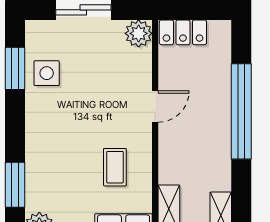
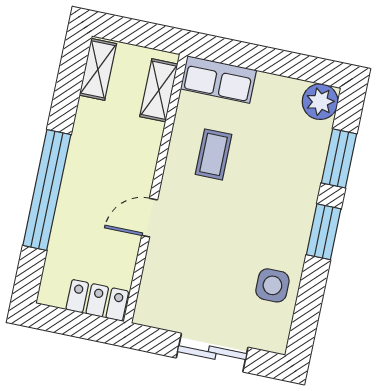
plant: (139, 33) -> (151, 310), removed
window: (15, 68) -> (324, 232), moved

